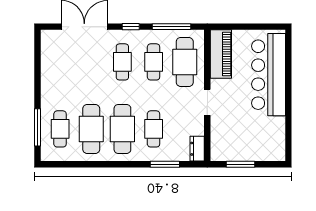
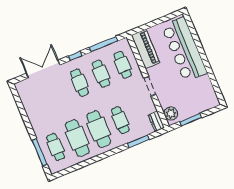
cafe table: (185, 62) -> (123, 65), width x0.73, depth x0.74
plant: (219, 147) -> (171, 114), added

